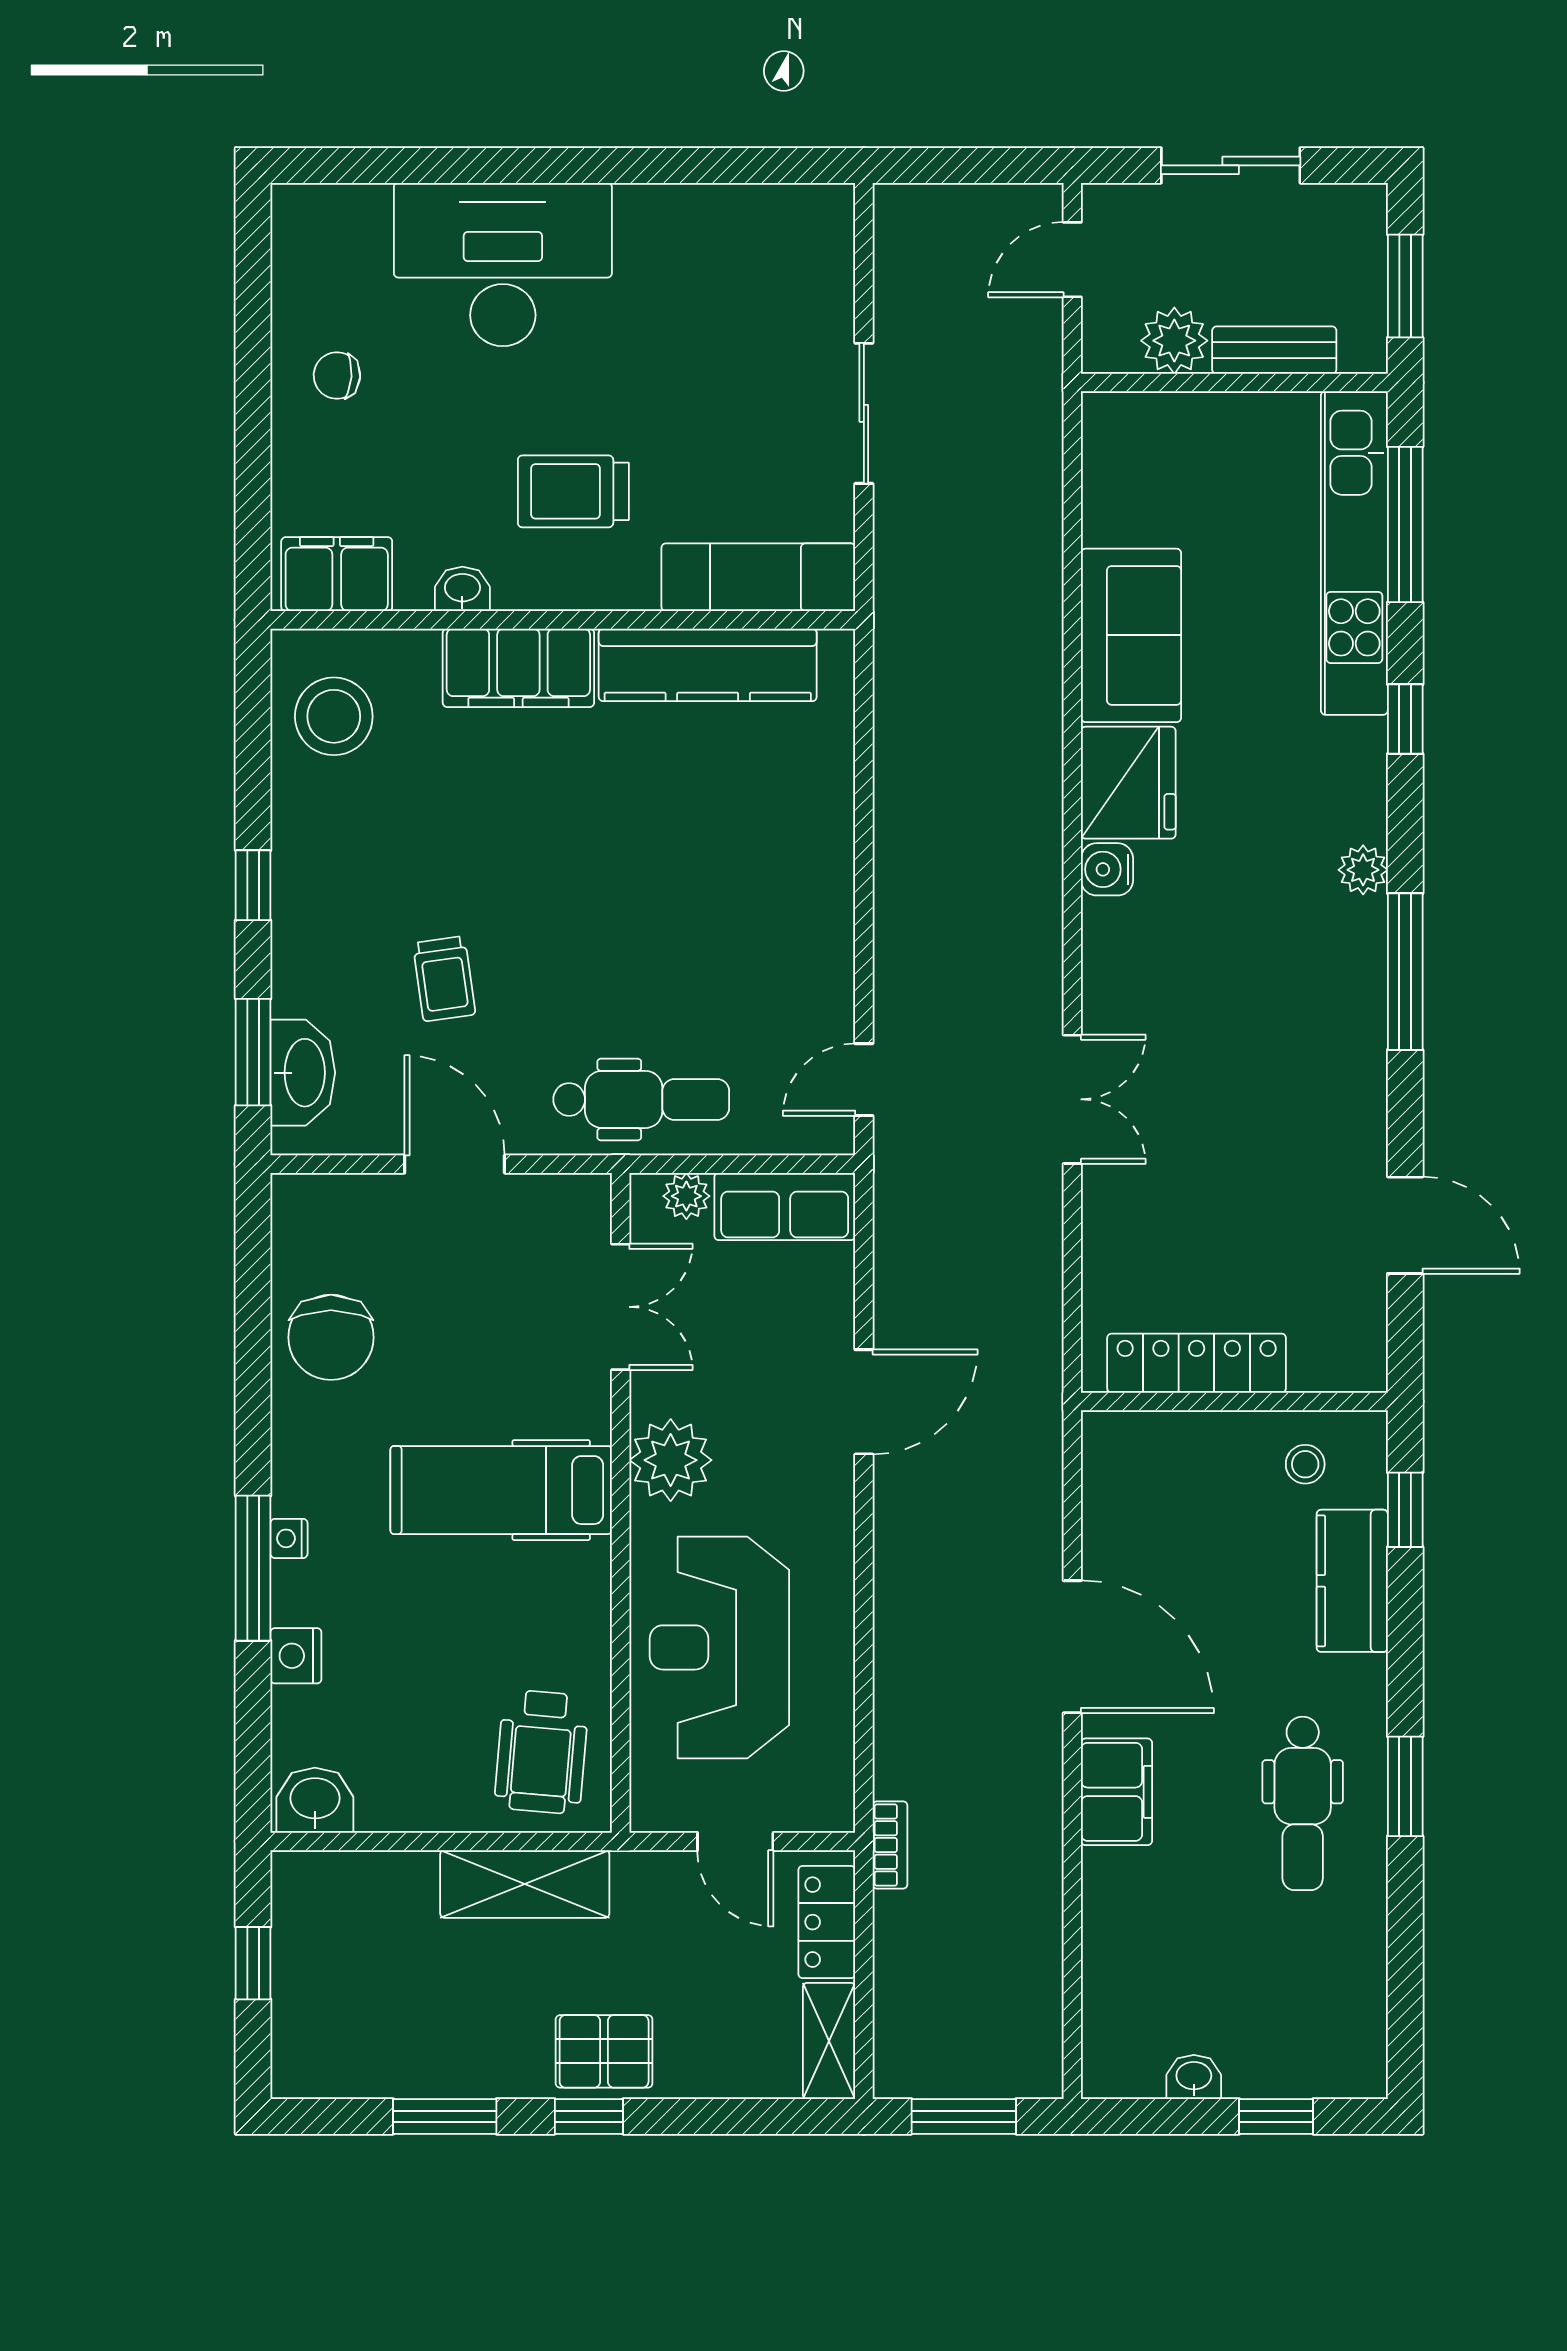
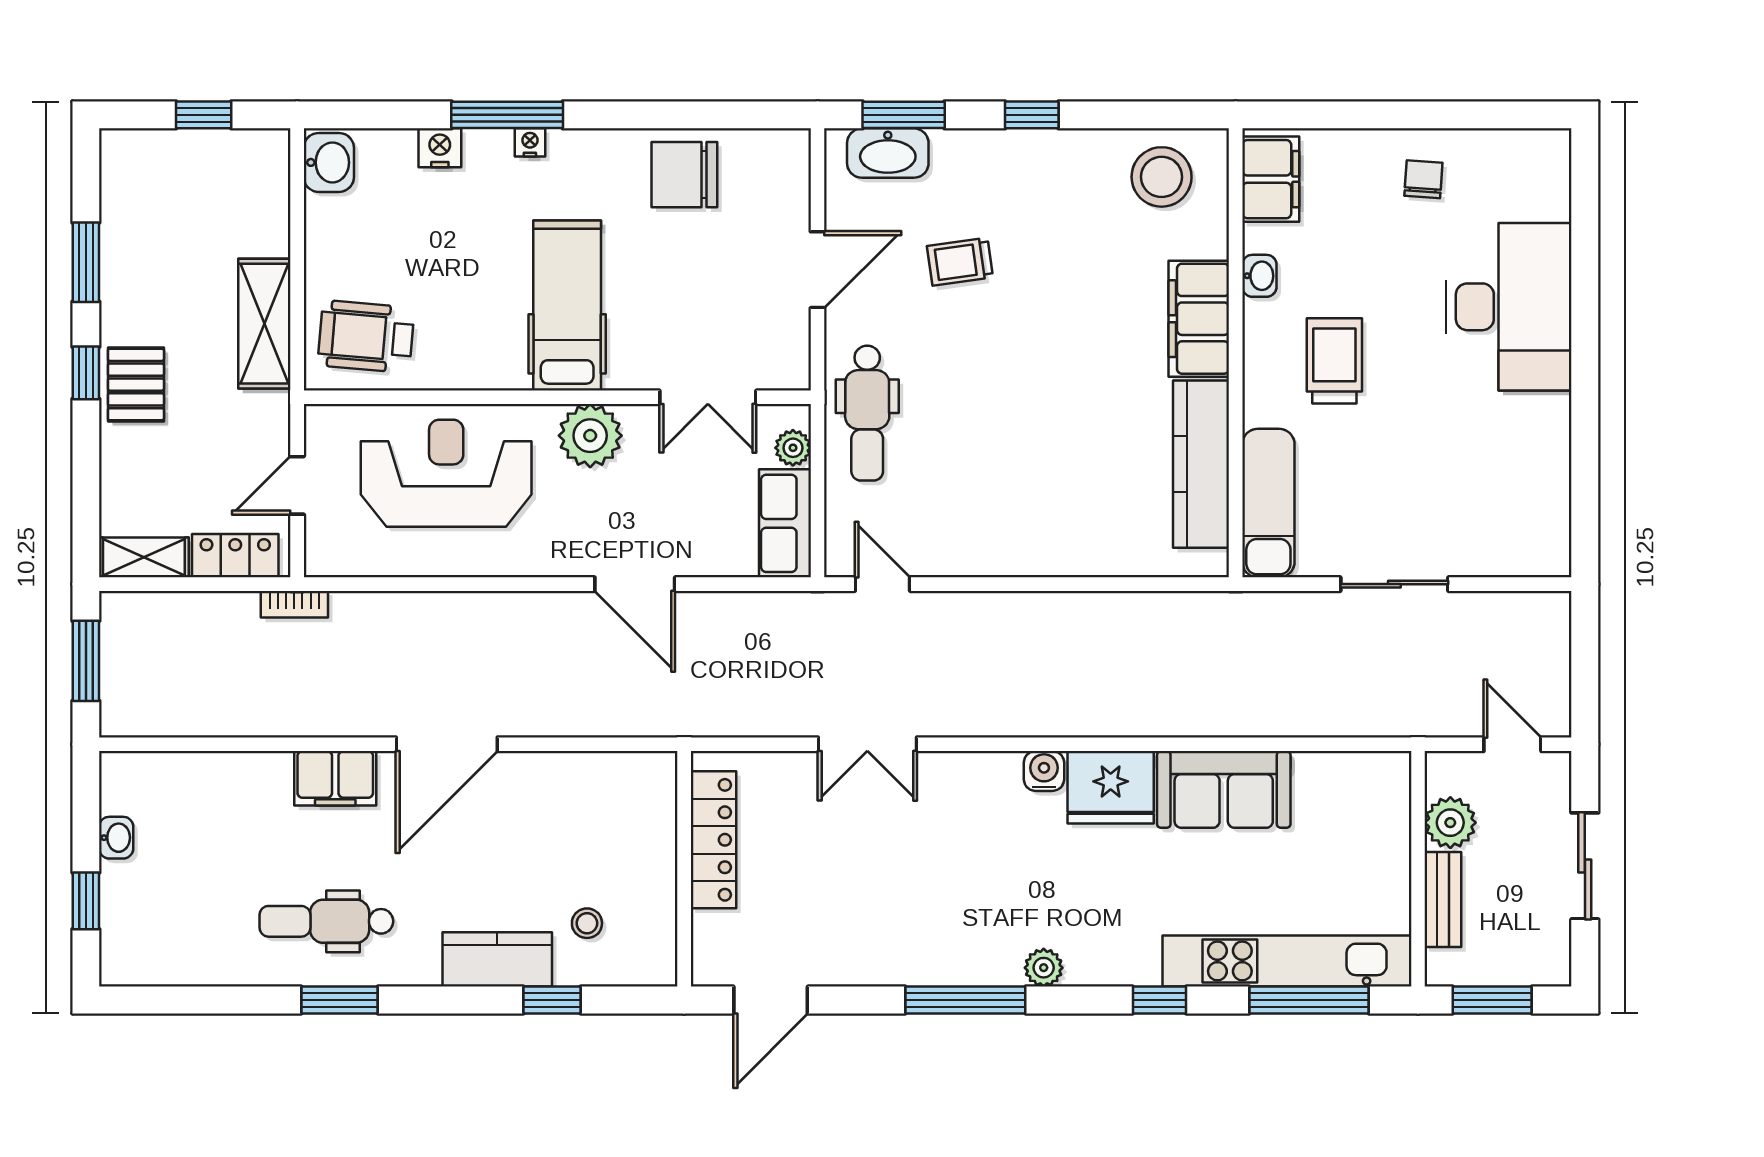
locker: (1197, 1363) -> (714, 840), moved
wall: (1234, 1401) -> (684, 869), moved

